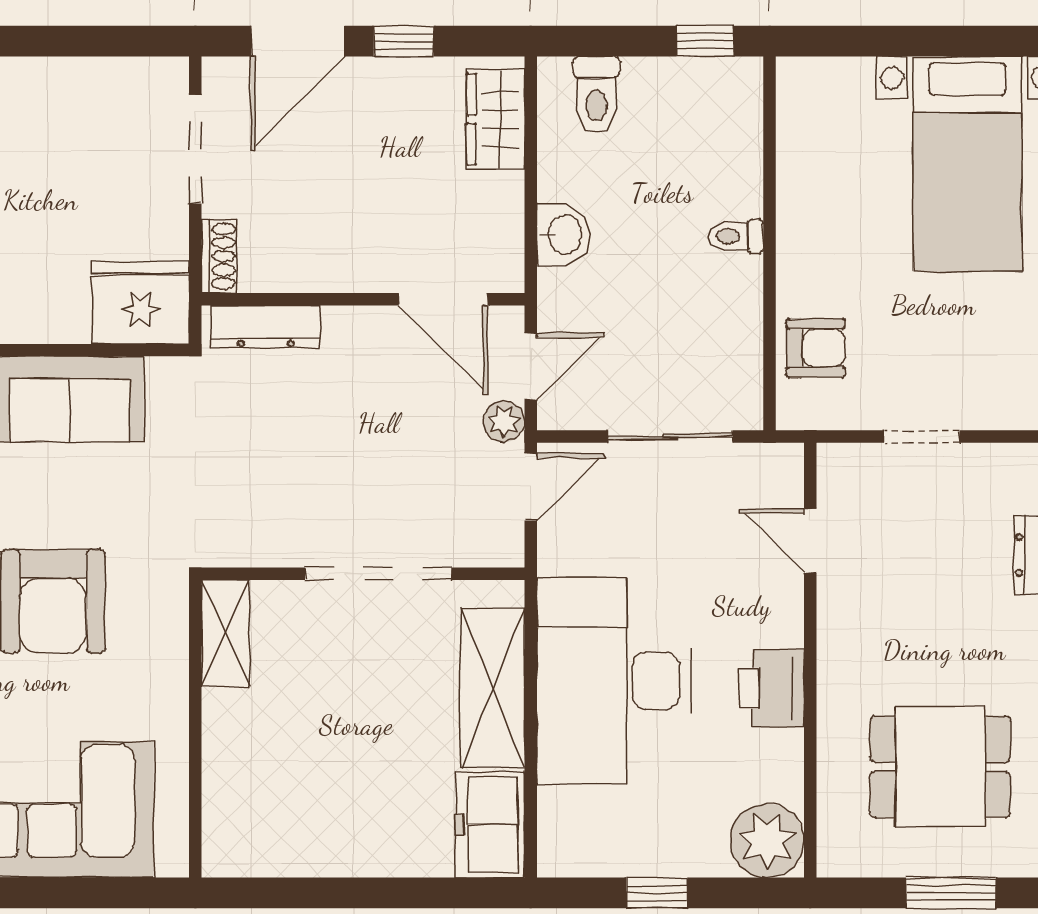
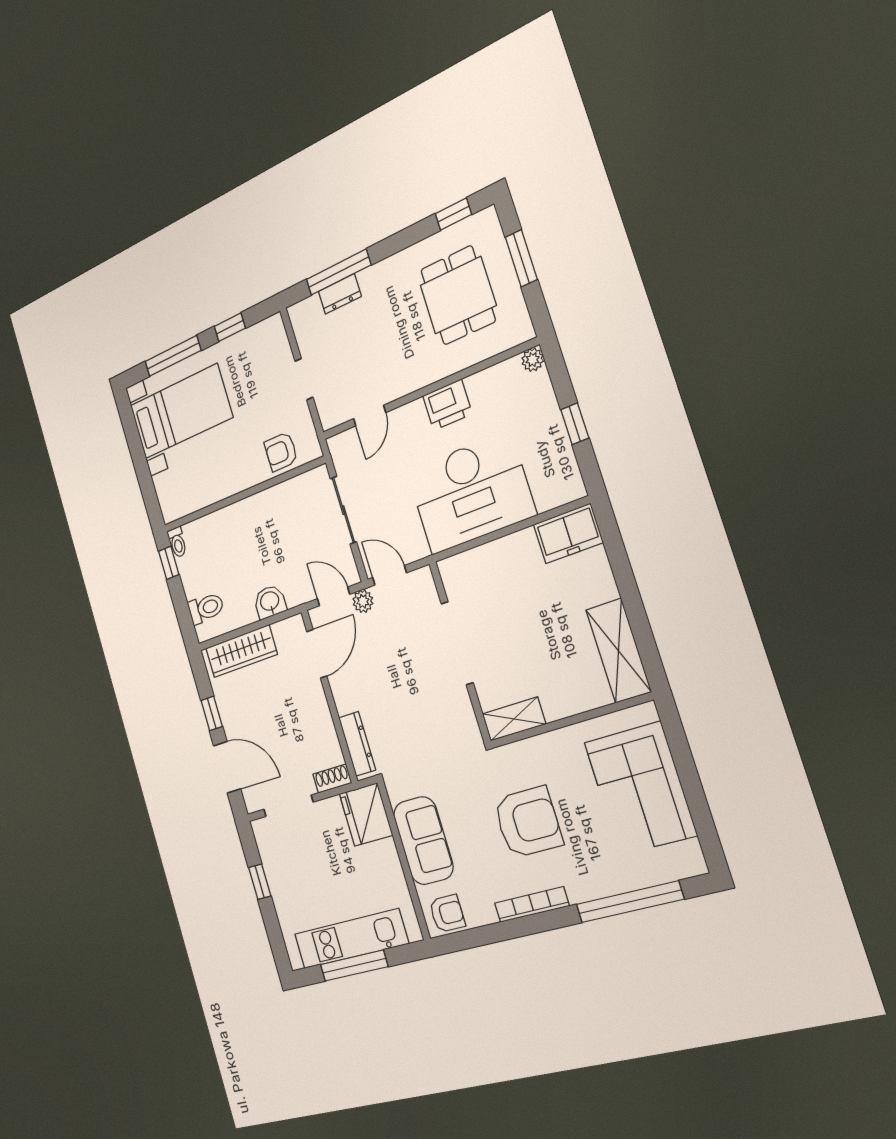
window: (75, 41) -> (260, 882), added
wardrobe: (496, 119) -> (241, 651), width x1.50
toilet: (736, 236) -> (177, 542), moved
armchair: (816, 348) -> (281, 452), turned -90
shelving: (493, 688) -> (618, 651), moved, turned 90
plant: (767, 841) -> (533, 360), width x0.53, depth x0.53

